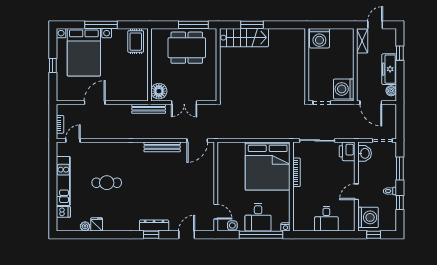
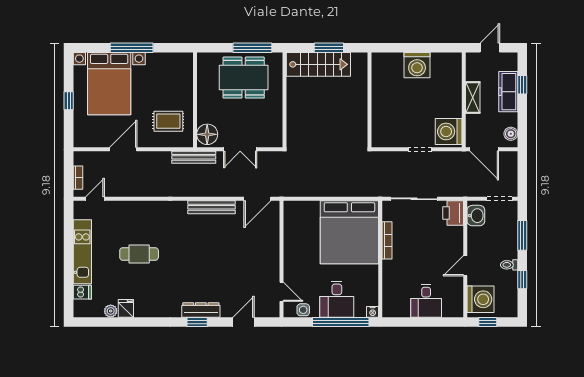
shelving: (362, 41) -> (473, 98), moved
rug: (136, 42) -> (168, 121), moved, turned 90
wall: (307, 65) -> (370, 100), moved
freezer: (389, 69) -> (508, 92), moved

